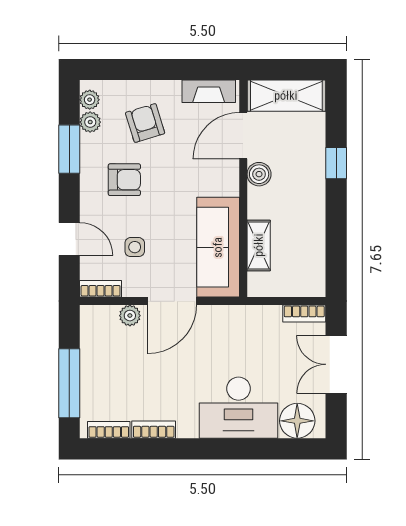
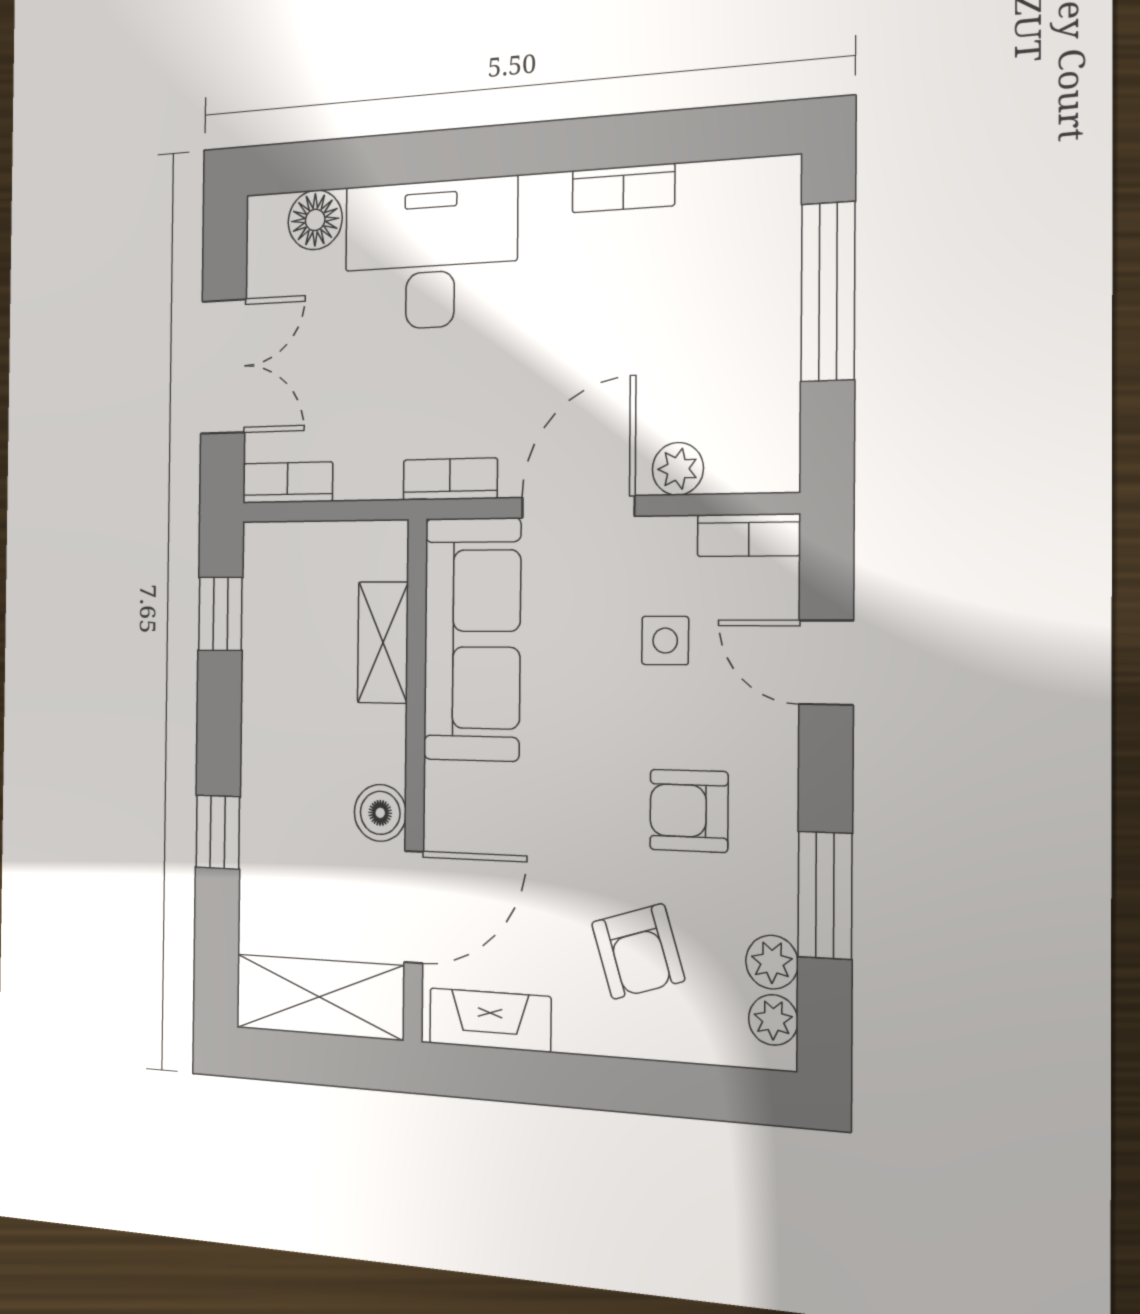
window: (336, 257) -> (220, 614), added
floor lamp: (297, 421) -> (315, 220), width x0.73, depth x0.73
bookcase: (109, 430) -> (450, 479), moved, turned 180

